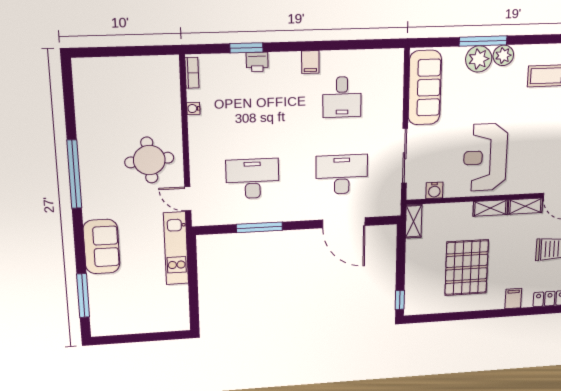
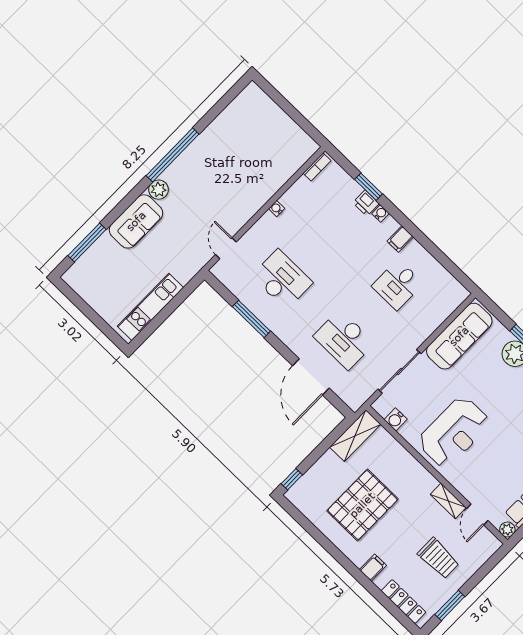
water cooler: (276, 58) -> (381, 213), added
water cooler: (193, 109) -> (277, 209), moved
reception desk: (485, 157) -> (454, 432), turned 180
round table: (149, 160) -> (229, 196), removed
desk: (342, 174) -> (344, 340), turned 180
shelving: (490, 208) -> (422, 475), removed
plant: (92, 209) -> (159, 190), added
shelving: (414, 221) -> (355, 436), width x1.50, depth x1.33
kitchen unit: (176, 248) -> (150, 307), moved

